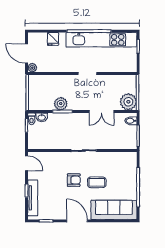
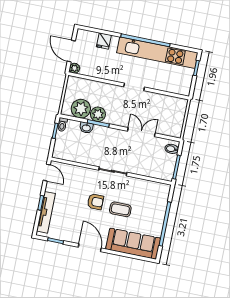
plant: (128, 102) -> (81, 109), moved
double door: (102, 112) -> (141, 132), swing flipped
washbasin: (42, 117) -> (86, 128), moved

